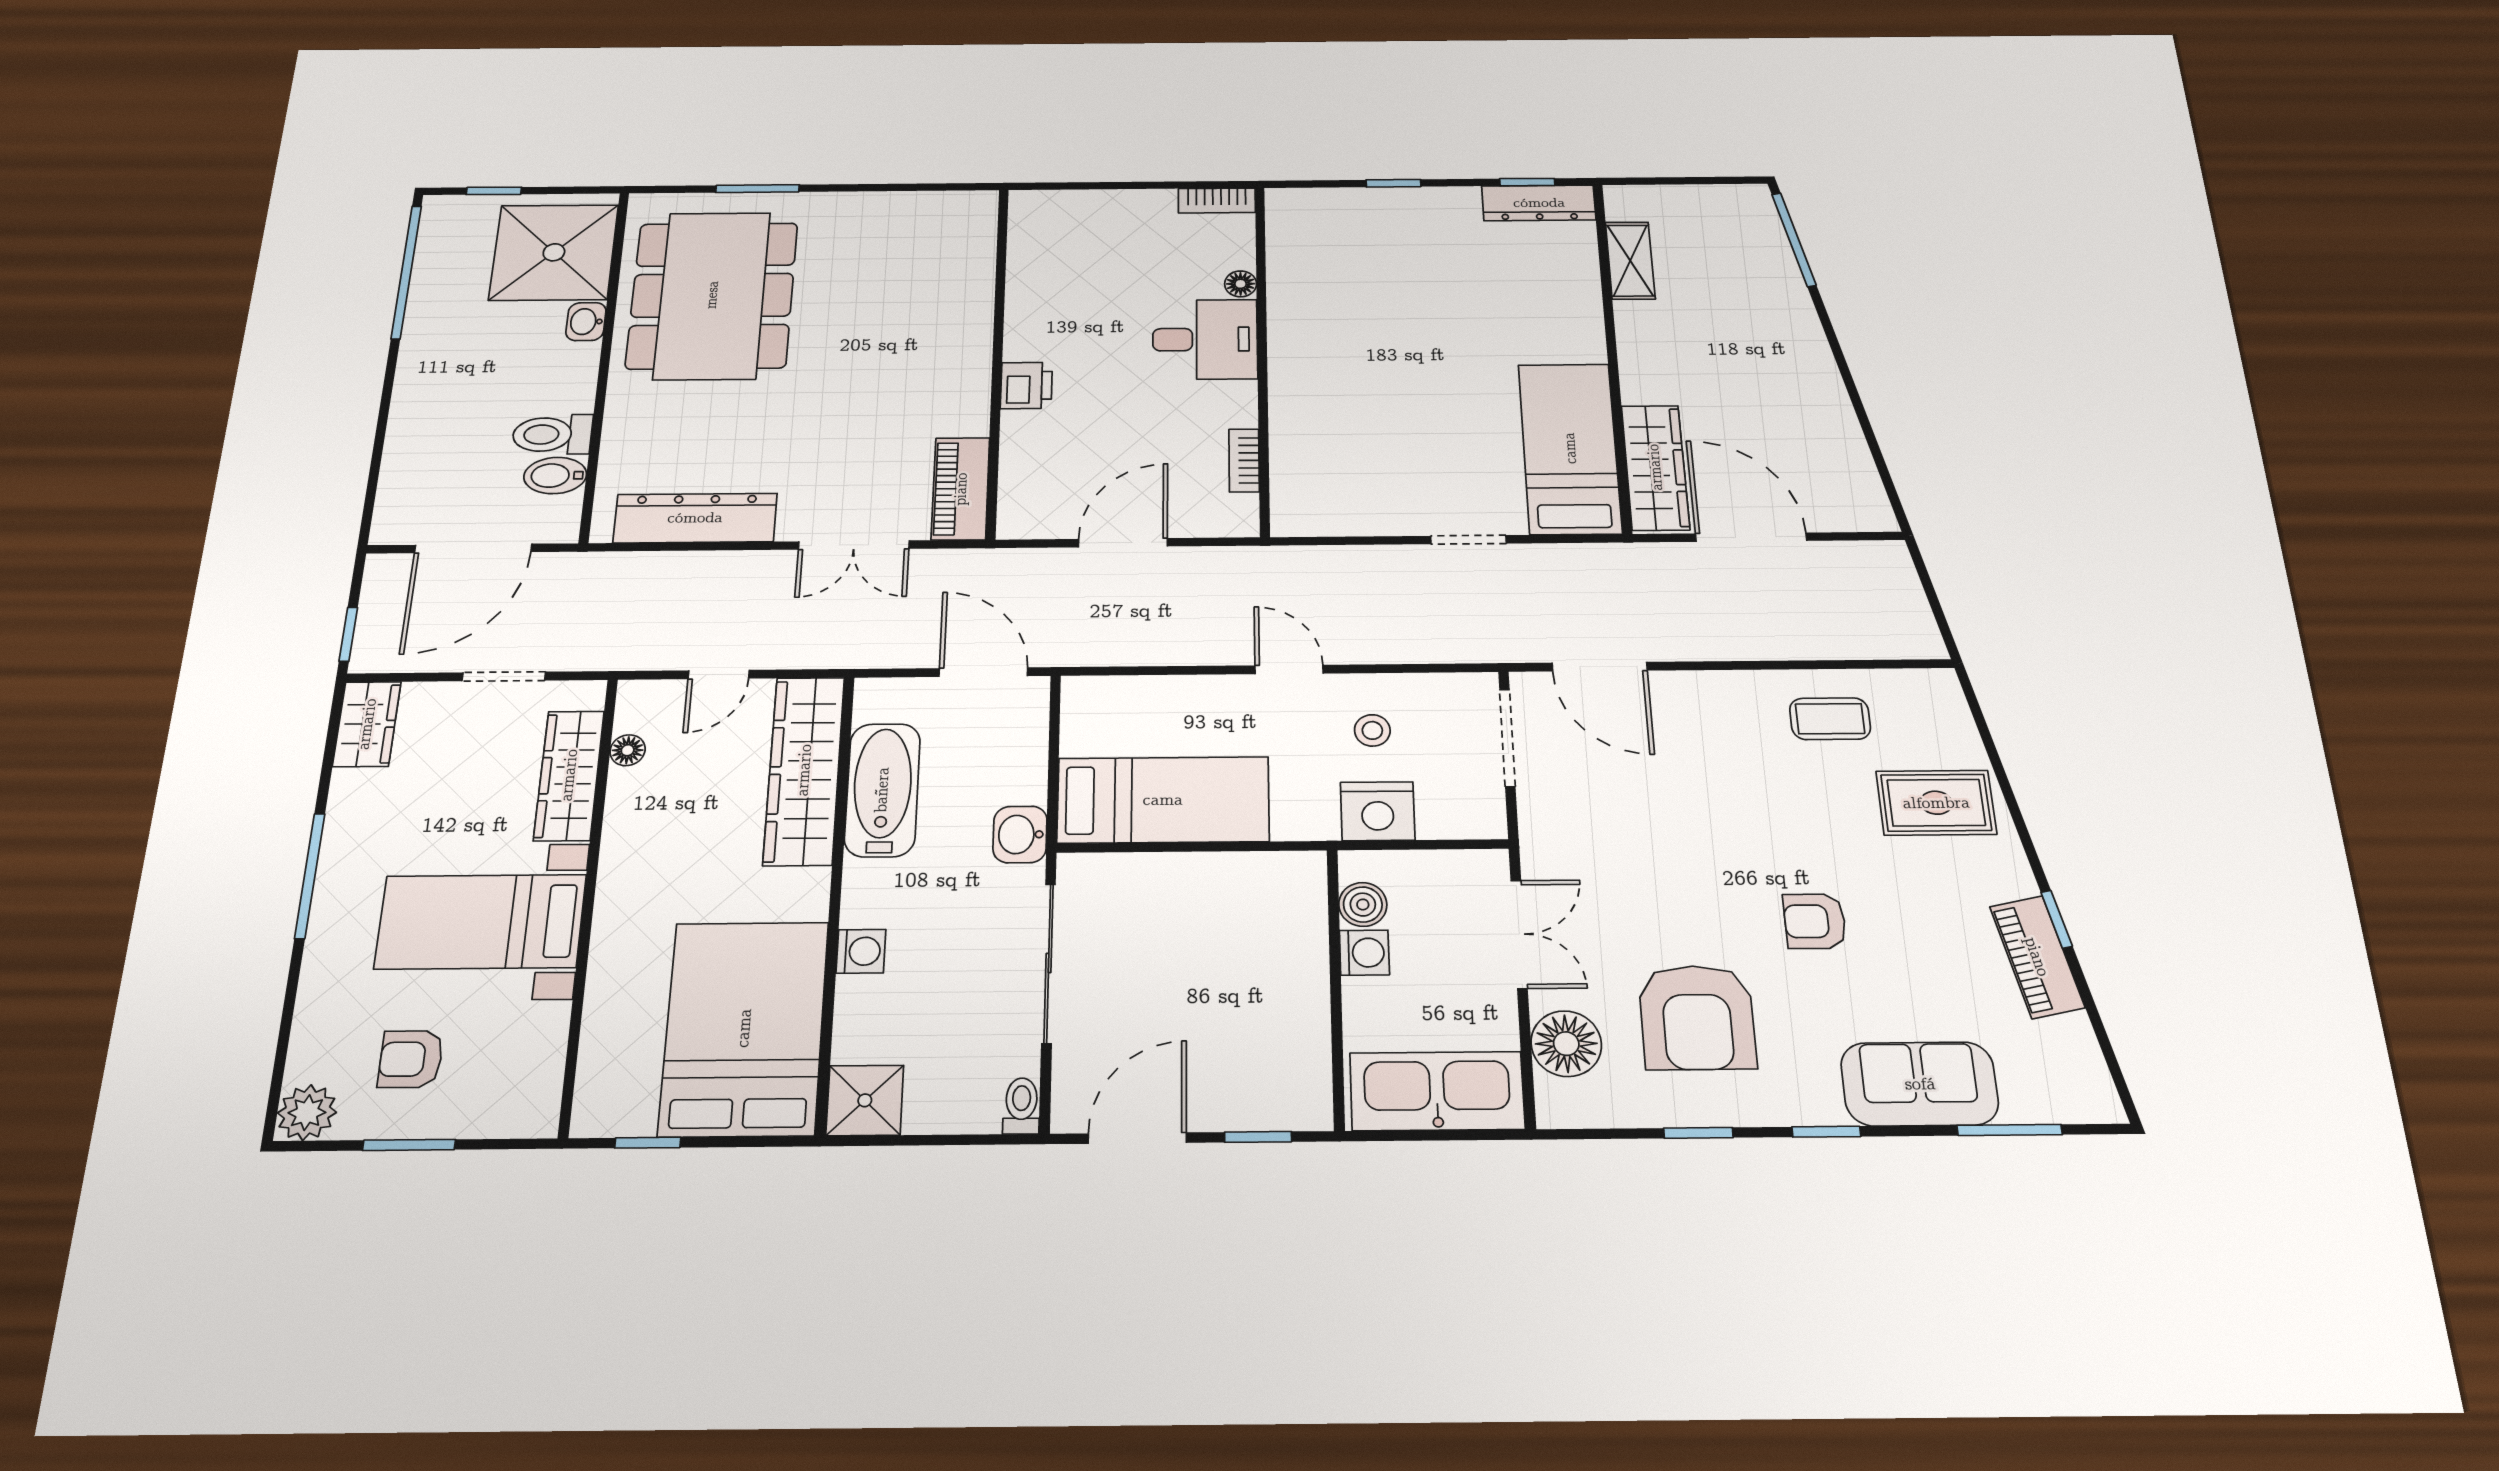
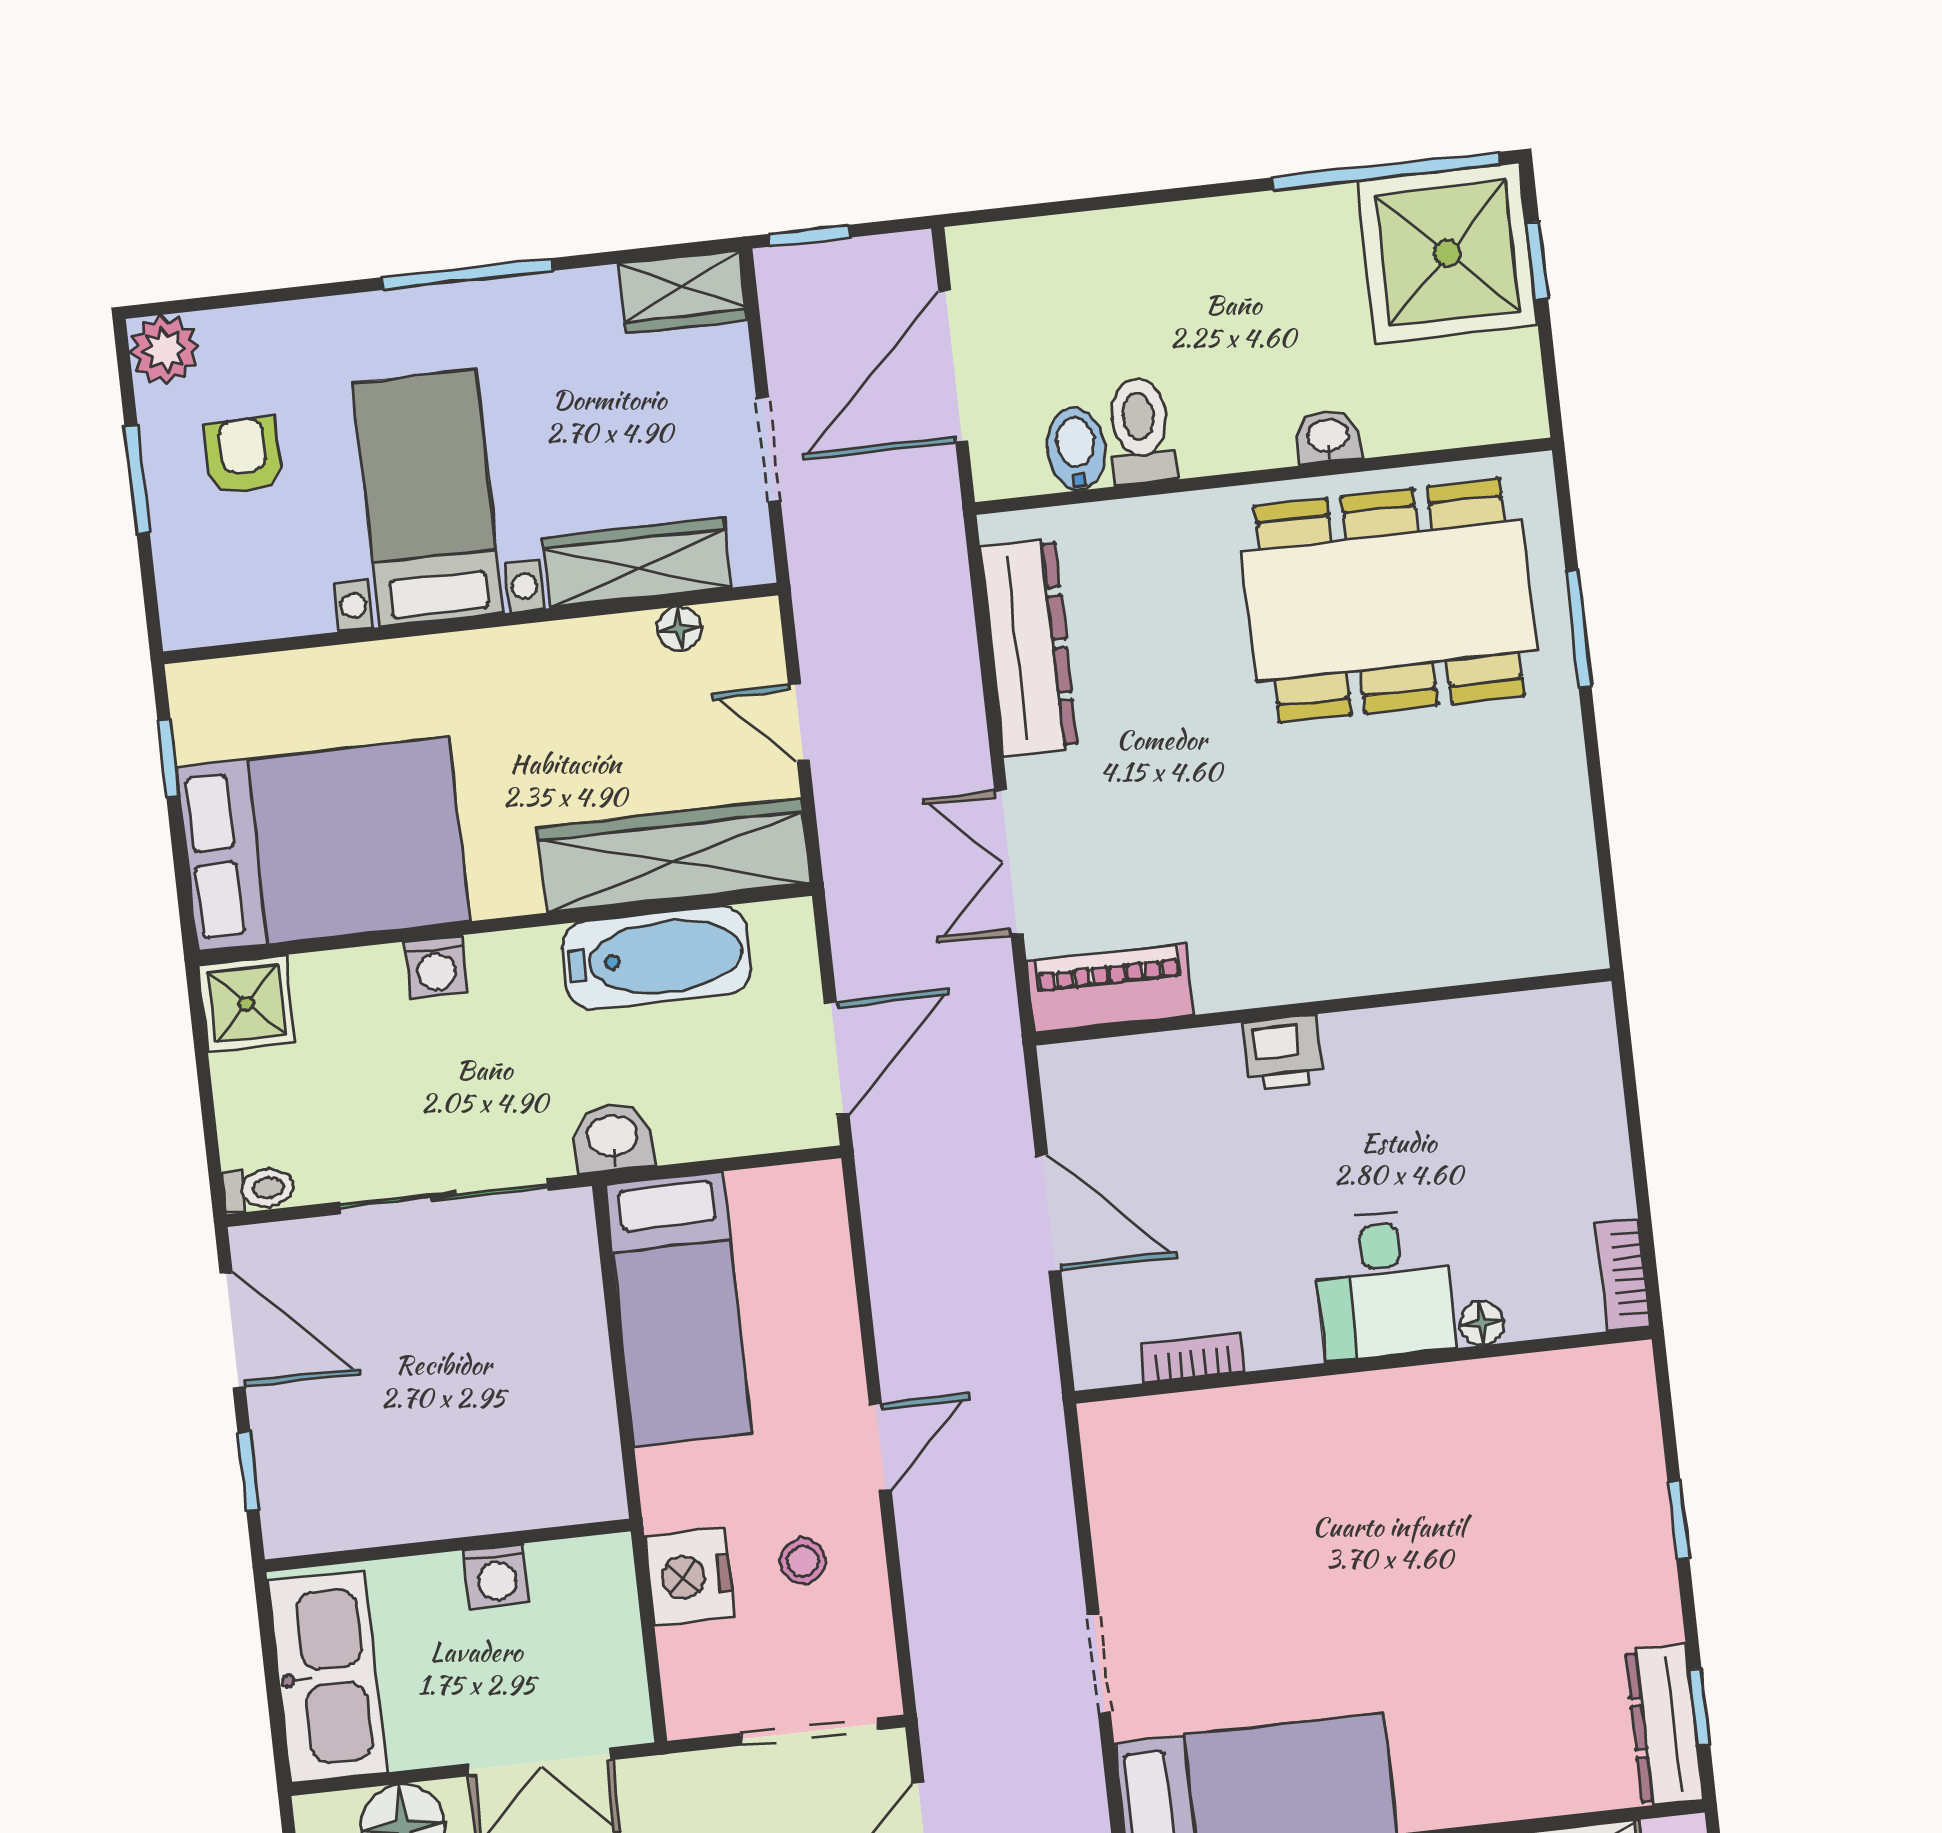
shower: (554, 252) -> (1447, 253), moved
door: (473, 548) -> (953, 366), hinge flipped
boiler: (1363, 905) -> (560, 1569), removed

